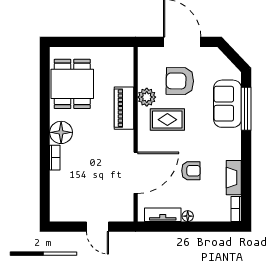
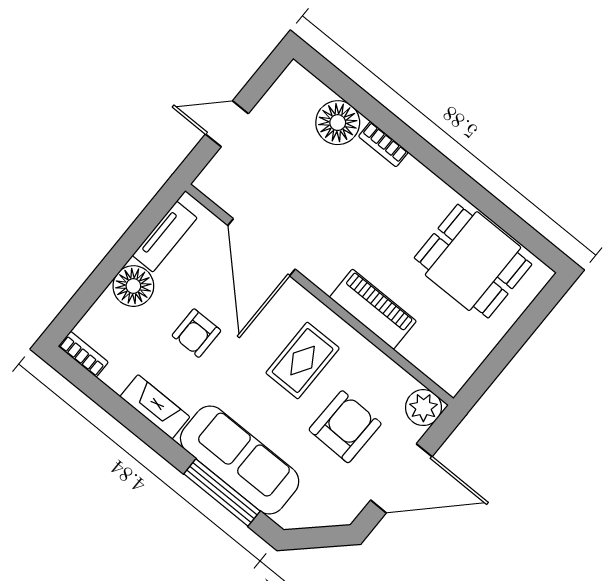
plant: (147, 97) -> (423, 408), moved
sofa: (227, 104) -> (240, 460), width x1.36
floor lamp: (61, 132) -> (338, 123), moved
fireplace: (234, 178) -> (155, 407), moved
floor lamp: (188, 216) -> (133, 286), width x1.89, depth x1.89

